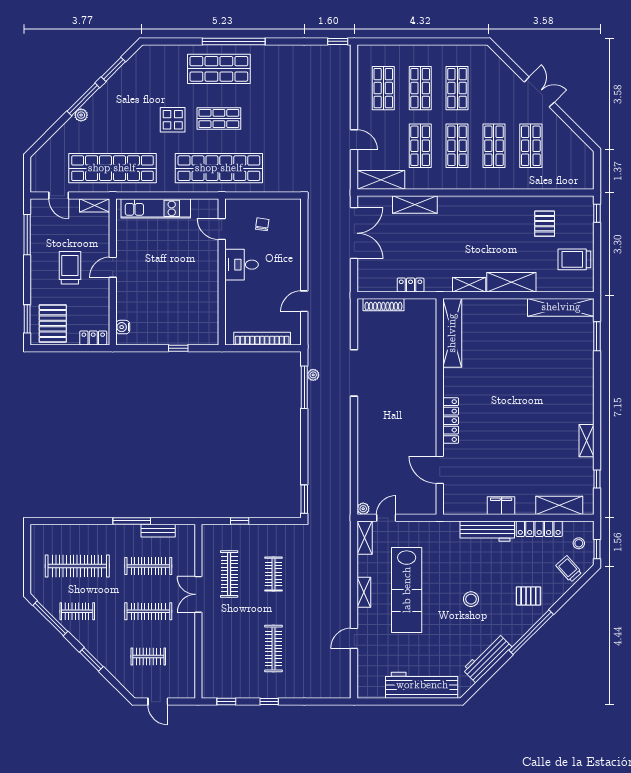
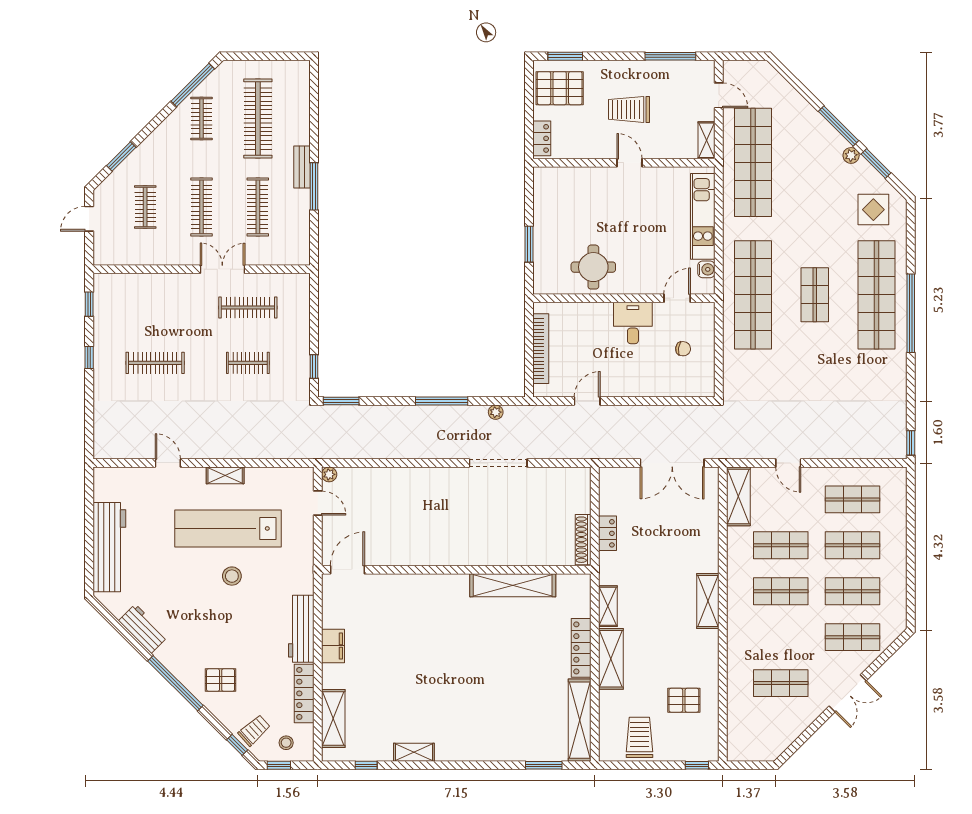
shop shelf: (219, 69) -> (877, 295), width x1.40
plant: (81, 115) -> (851, 155), moved
display table: (173, 120) -> (873, 210), moved
door: (354, 140) -> (788, 463), hinge flipped
shop shelf: (494, 146) -> (853, 637), moved
door: (59, 196) -> (719, 95), swing flipped
shelving: (415, 204) -> (708, 601), moved
trolley: (70, 268) -> (629, 109), turned 180
round table: (197, 296) -> (593, 267), added
door: (304, 301) -> (587, 401), hinge flipped
shoe rack: (383, 305) -> (583, 540), moved
water cooler: (123, 327) -> (706, 269), moved, turned 90
shelving: (452, 333) -> (513, 585), moved
window: (178, 348) -> (529, 244), width x1.50
window: (304, 387) -> (442, 401), moved
locker: (451, 421) -> (581, 648), moved, turned 90
door: (440, 470) -> (348, 570), moved
window: (240, 521) -> (314, 366), moved
bench: (158, 531) -> (302, 167), moved
shelving: (365, 538) -> (293, 476), removed
window: (581, 583) -> (237, 745), added
pallet: (528, 596) -> (221, 680), turned 90
stool: (471, 599) -> (232, 576), moved
workbench: (487, 658) -> (143, 629), width x0.73
window: (91, 659) -> (121, 156), moved

